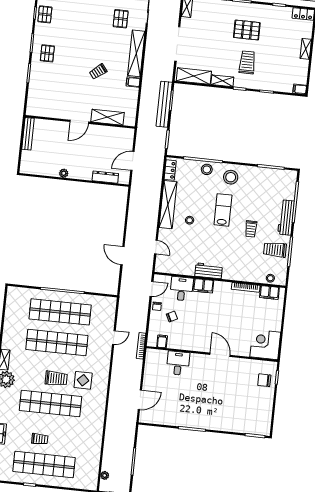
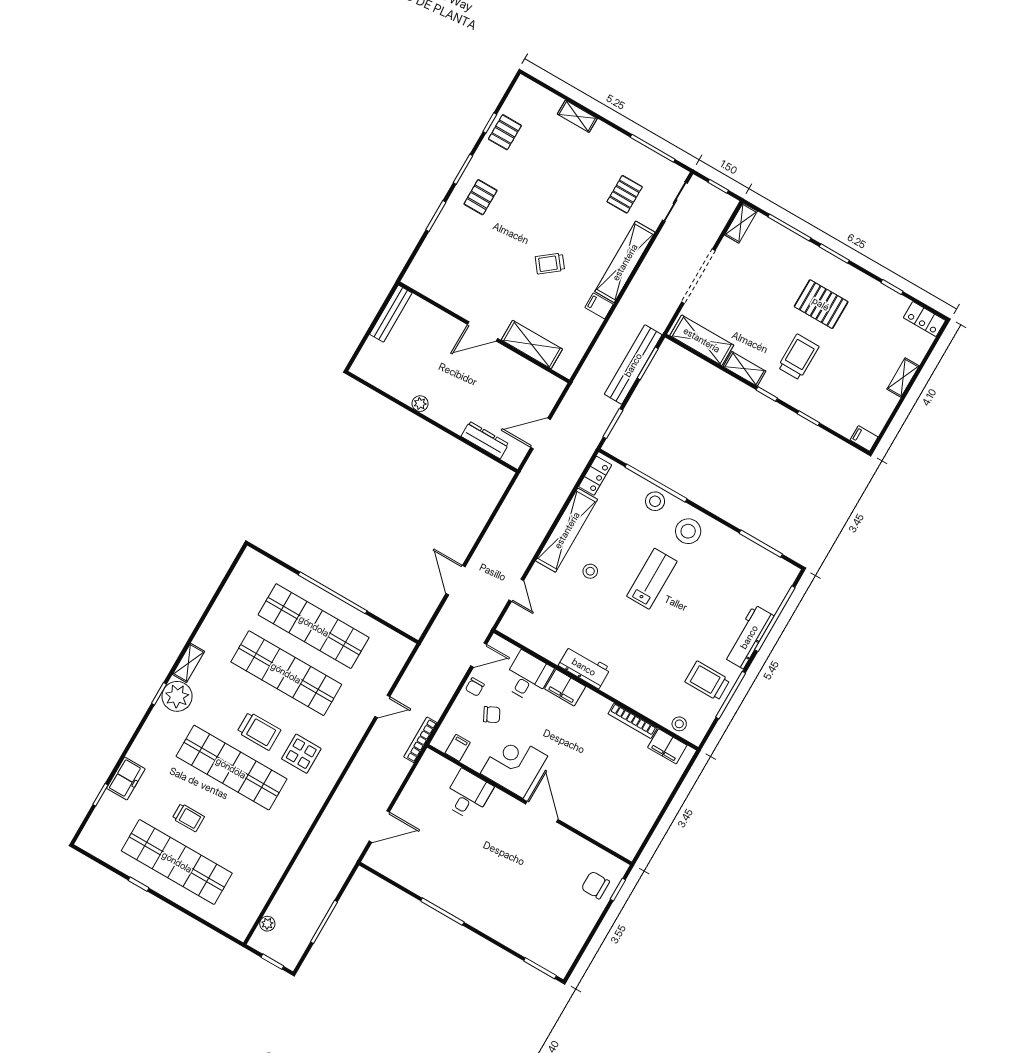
trolley: (251, 229) -> (683, 630), removed
corner desk: (265, 345) -> (514, 765), moved

